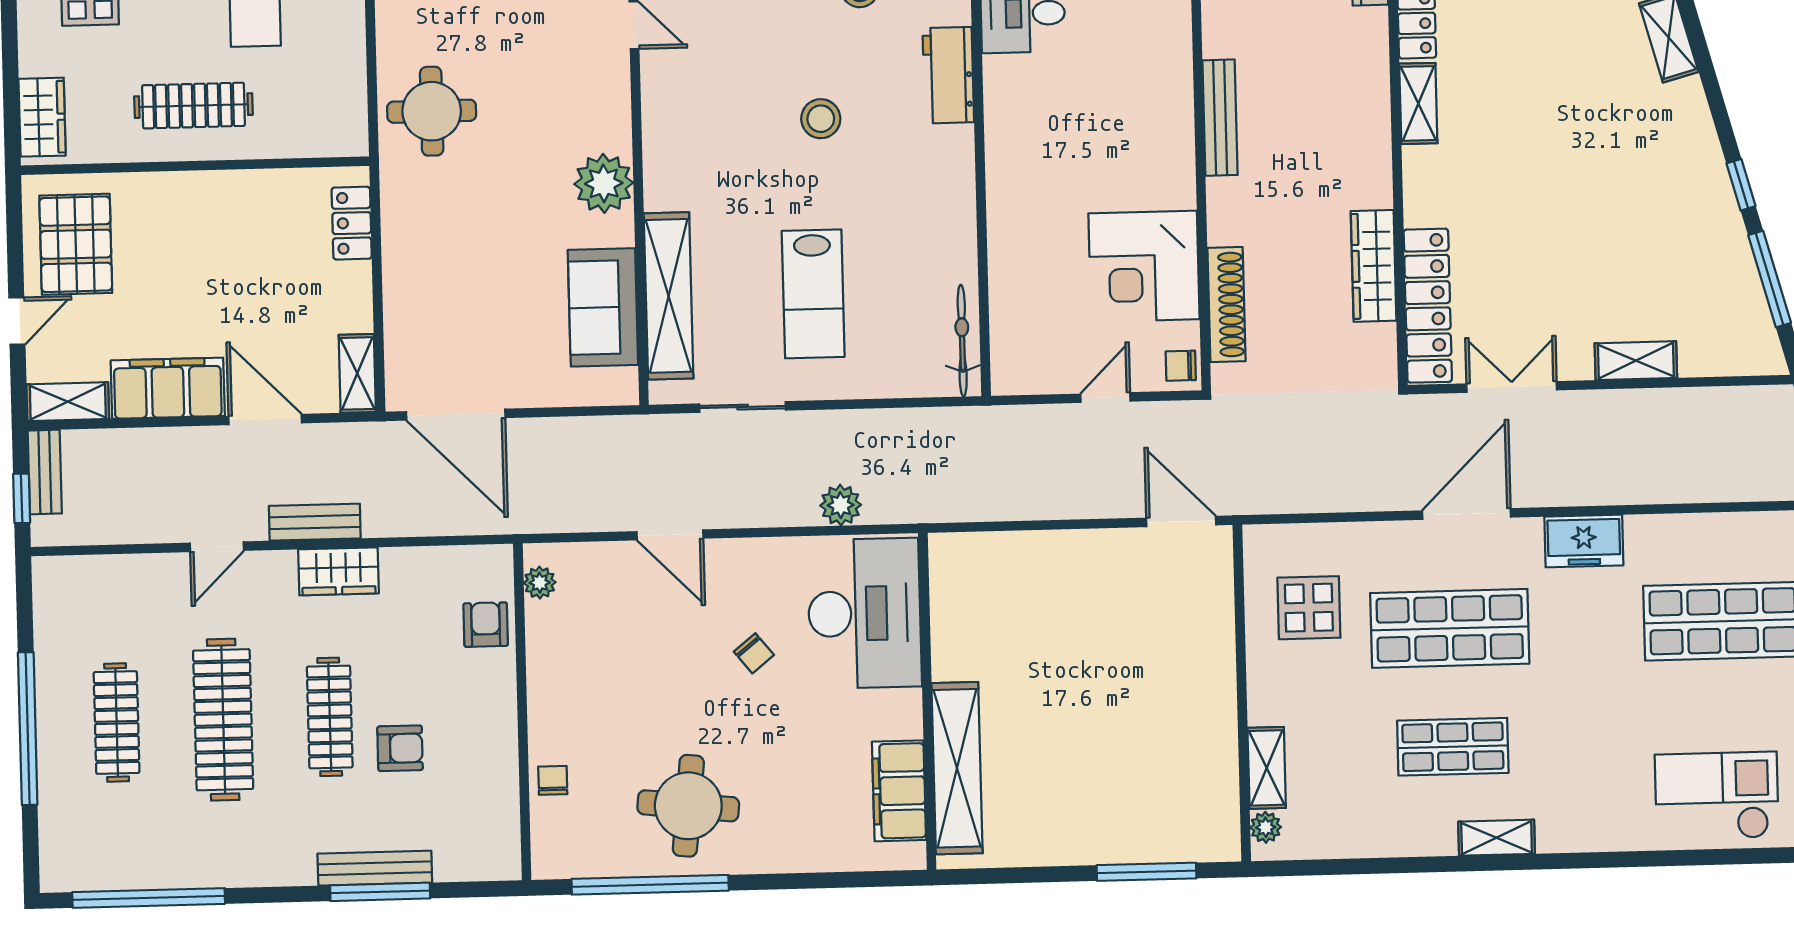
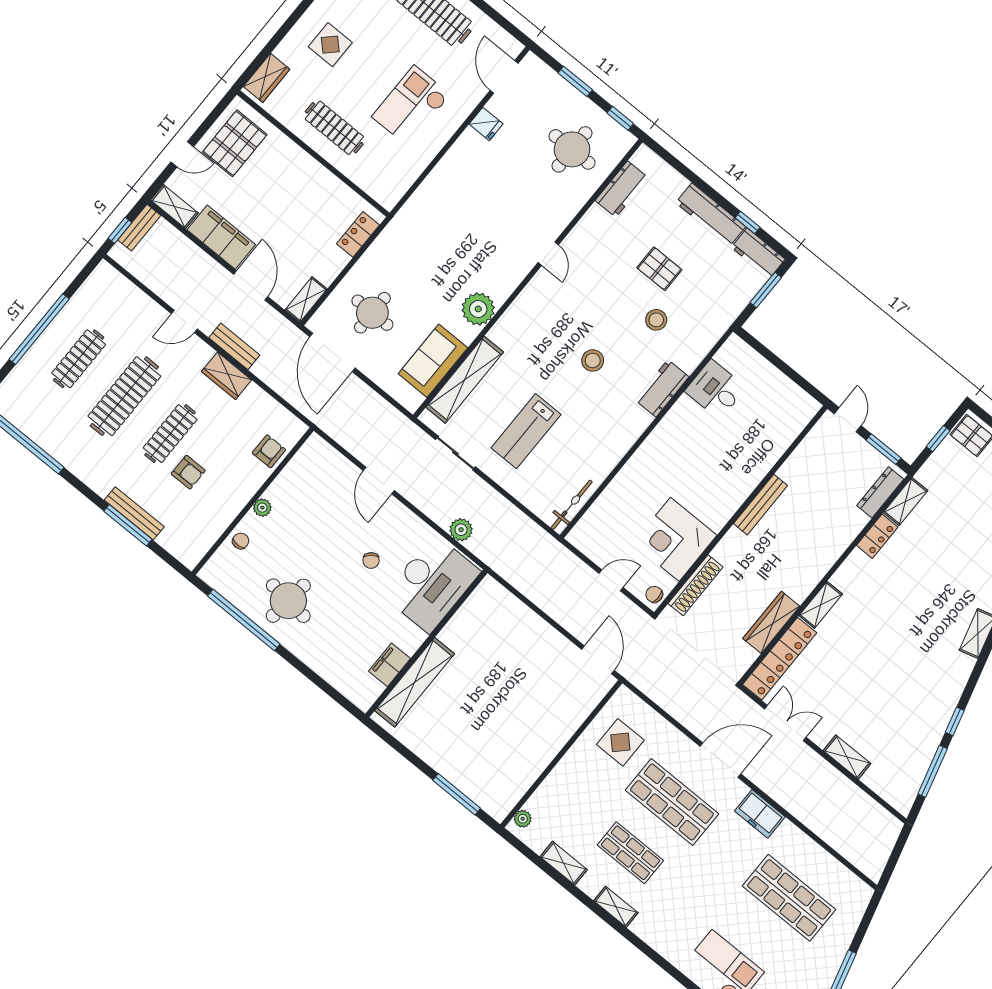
shelving: (1418, 103) -> (821, 605), moved
round table: (432, 111) -> (372, 313), moved
plant: (540, 583) -> (262, 508), moved
shelving: (1267, 768) -> (564, 863), moved, turned 90
filing cabinet: (899, 791) -> (390, 665), width x0.67, depth x0.86

